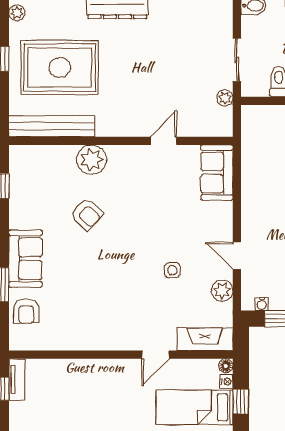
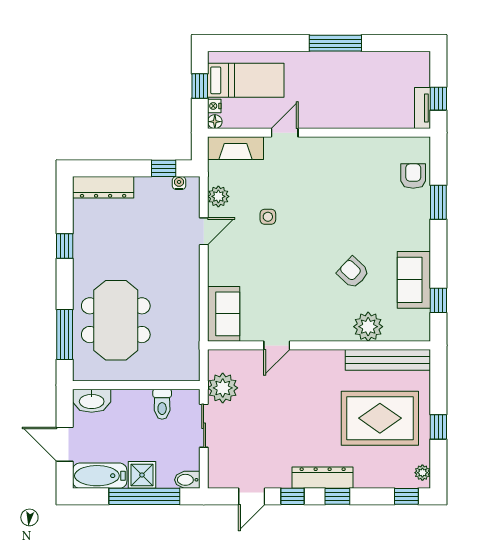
plant: (225, 98) -> (223, 388), width x1.87, depth x1.87
plant: (92, 160) -> (368, 327), moved
door: (237, 256) -> (204, 231), hinge flipped
sofa: (25, 259) -> (414, 280), moved

